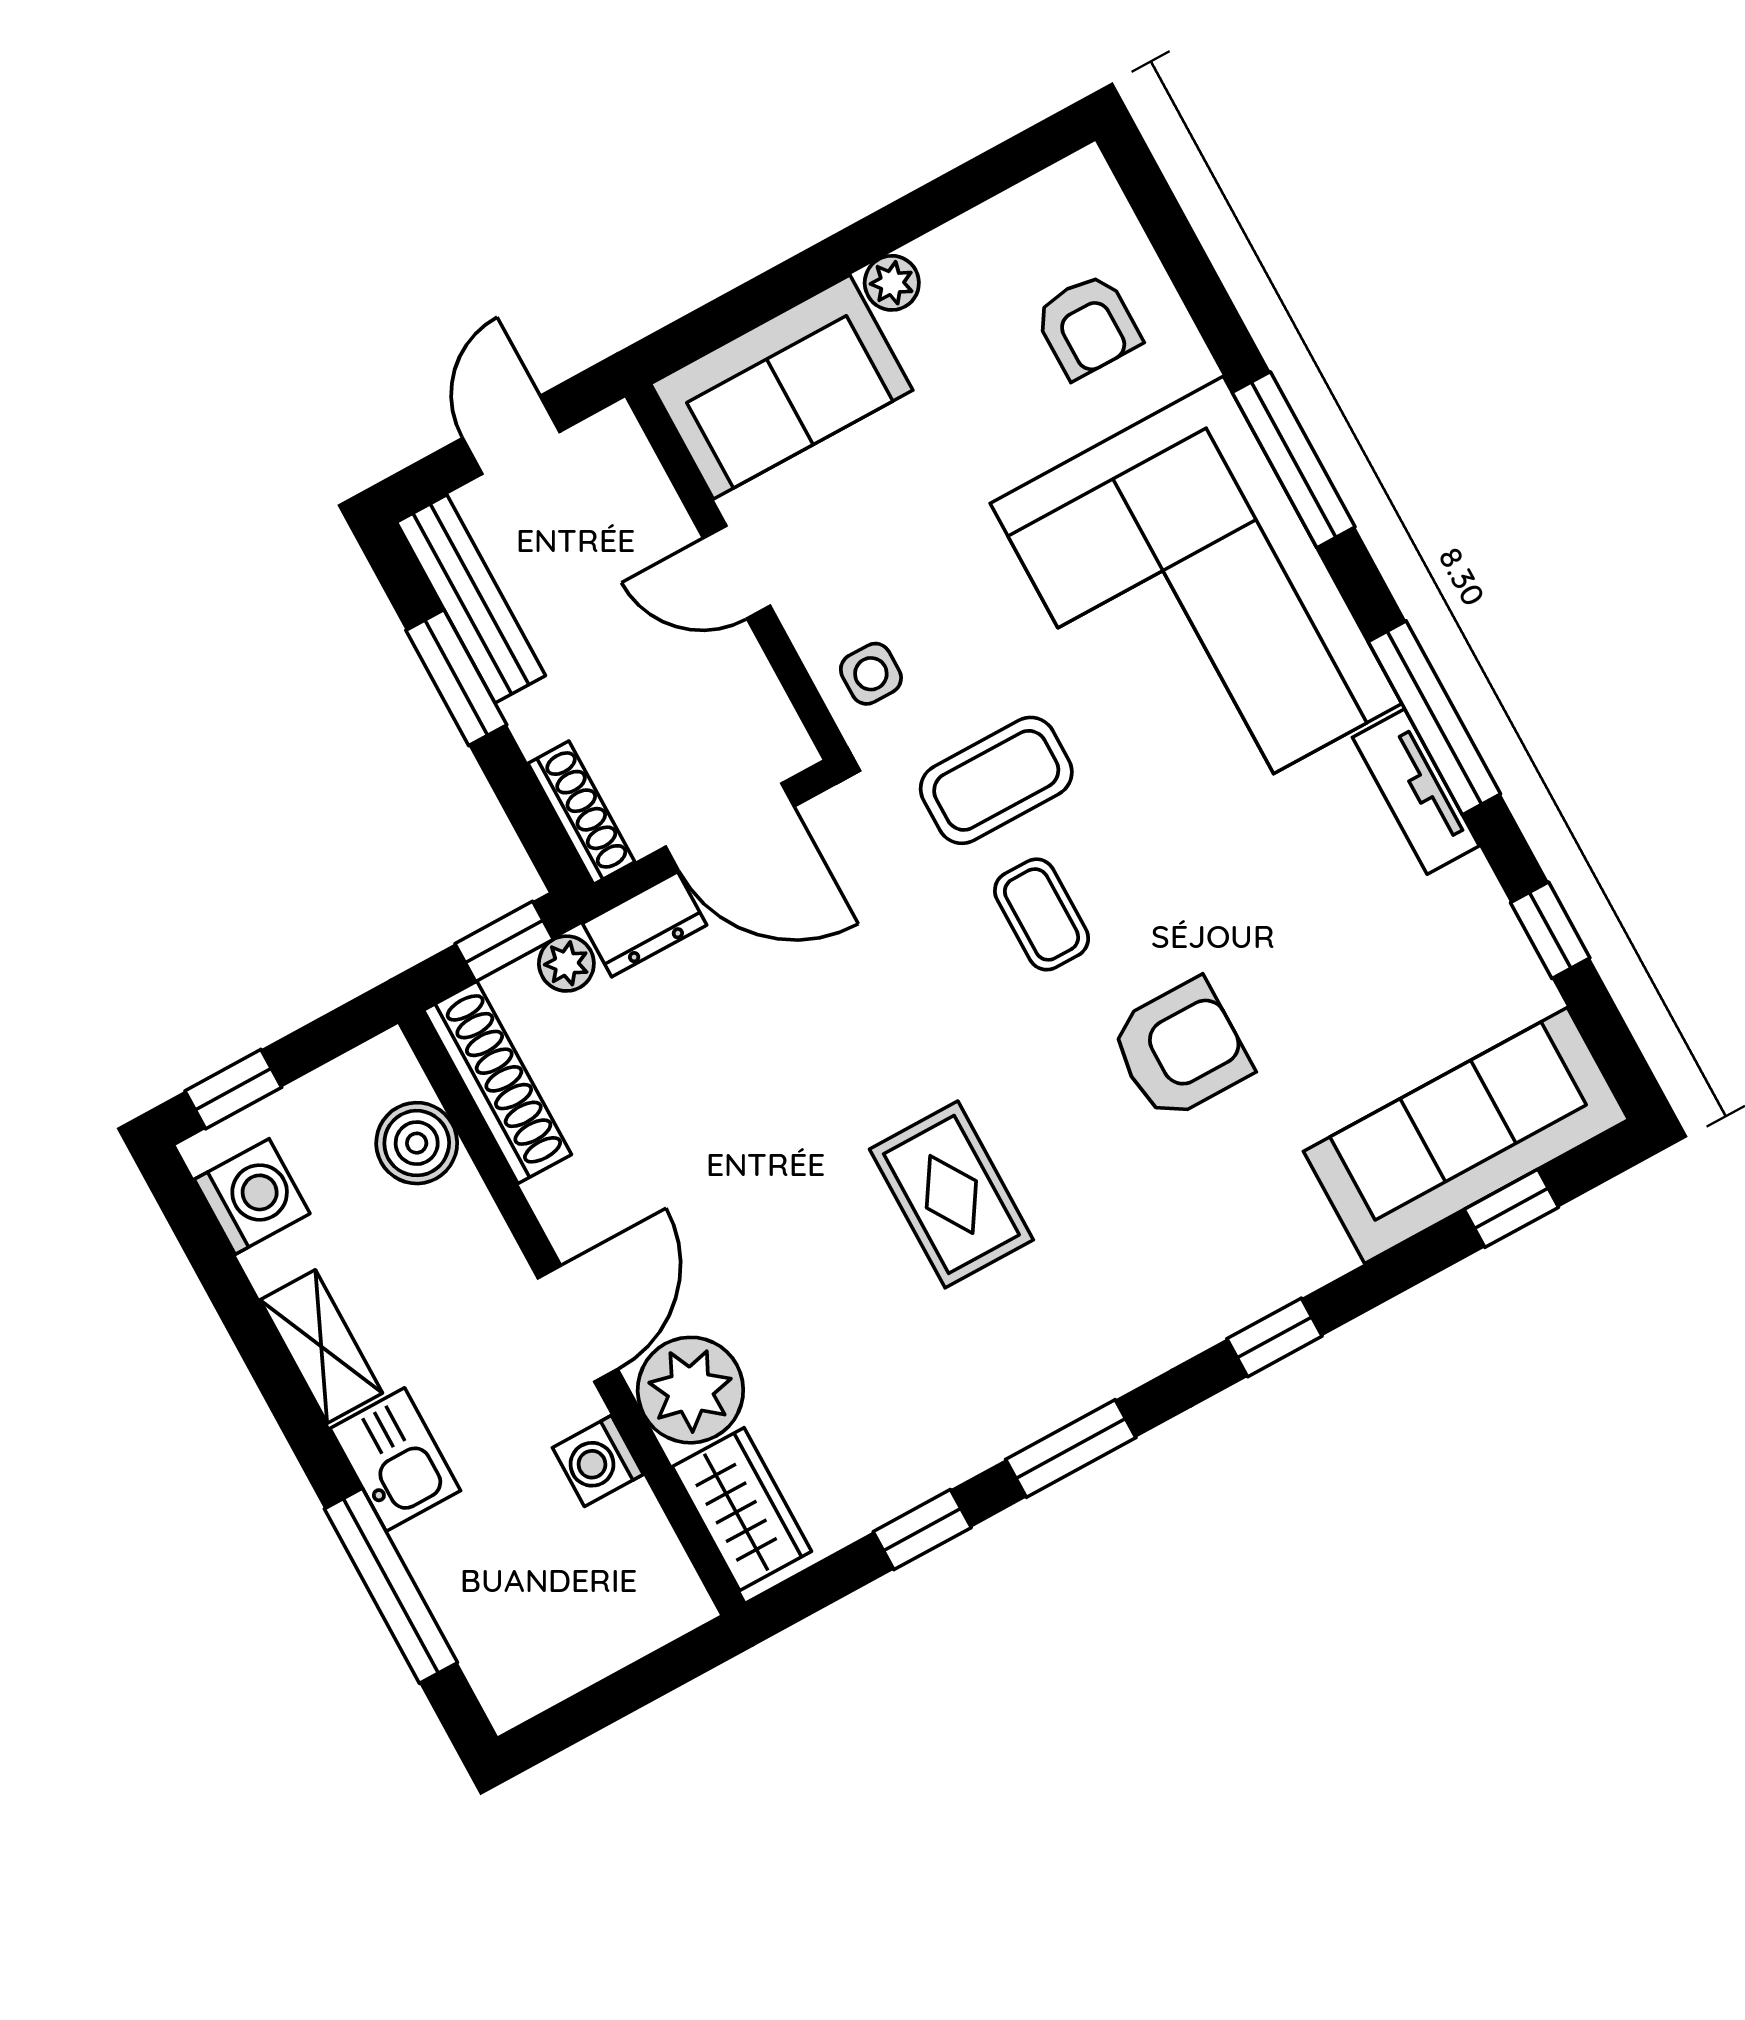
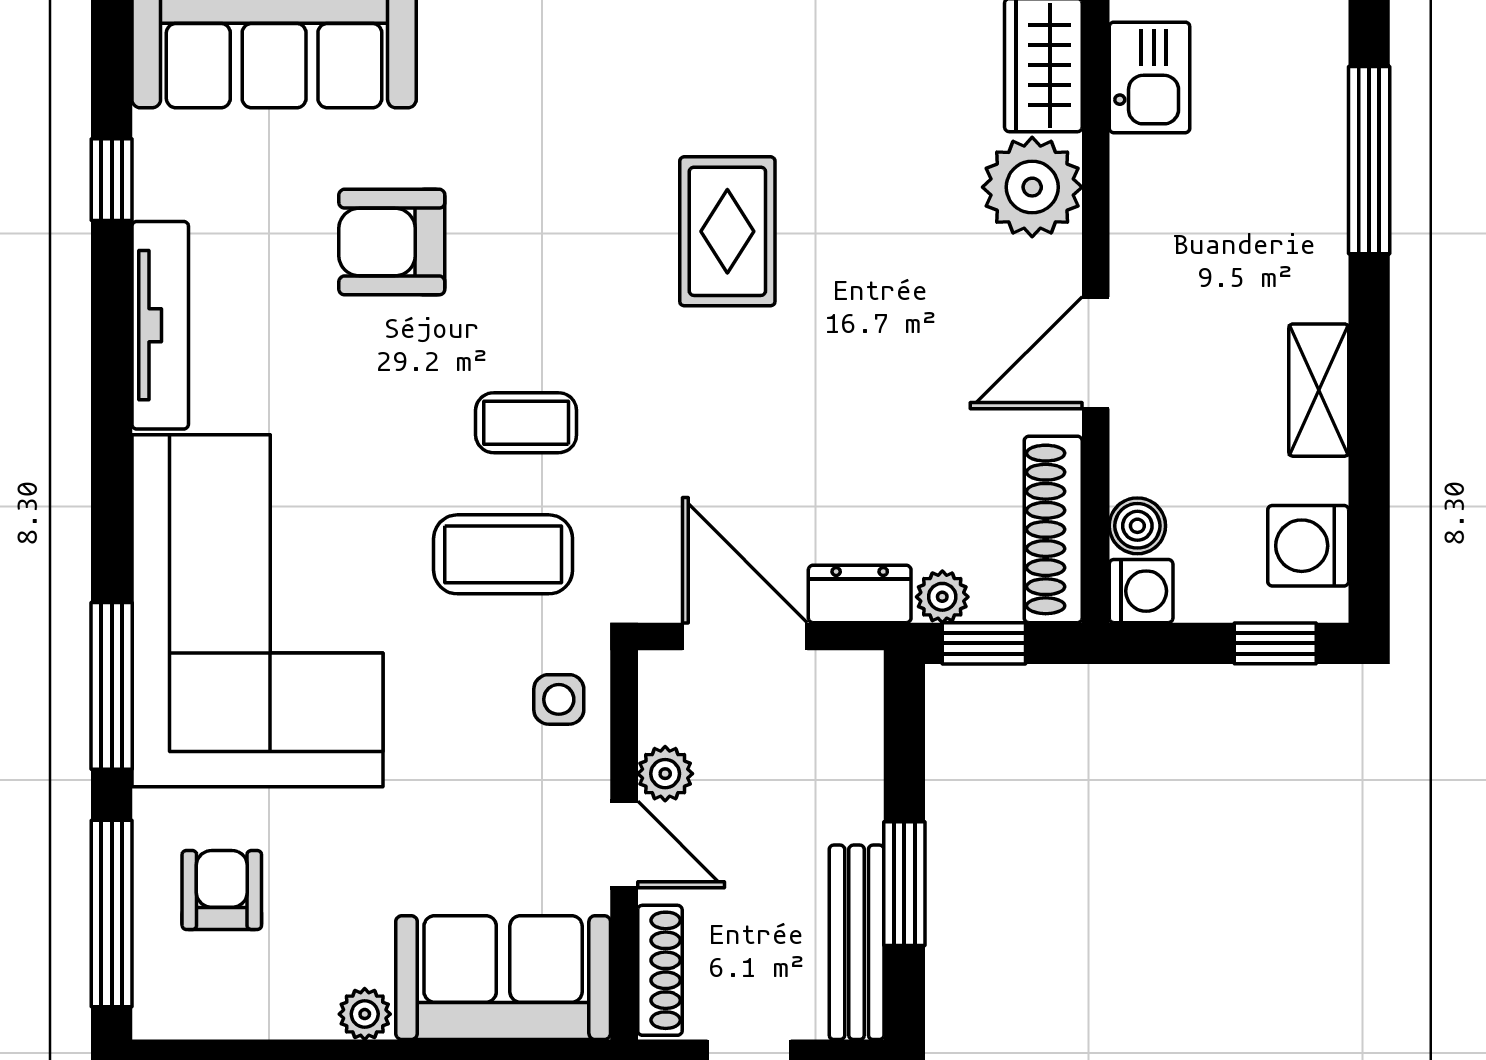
plant: (734, 659) -> (665, 774), added
window: (1434, 718) -> (112, 913), moved
tv unit: (1416, 792) -> (160, 325), width x1.41
shoe rack: (581, 813) -> (660, 970), moved, turned 180
coffee table: (1042, 914) -> (526, 423), turned 90
armchair: (1180, 1050) -> (392, 242), moved
boiler: (417, 1143) -> (1137, 526), width x0.73, depth x0.73
door: (578, 1324) -> (1096, 353), moved
kitchen sink: (395, 1460) -> (1150, 77), moved, turned 180
washing machine: (598, 1461) -> (1141, 591), moved

